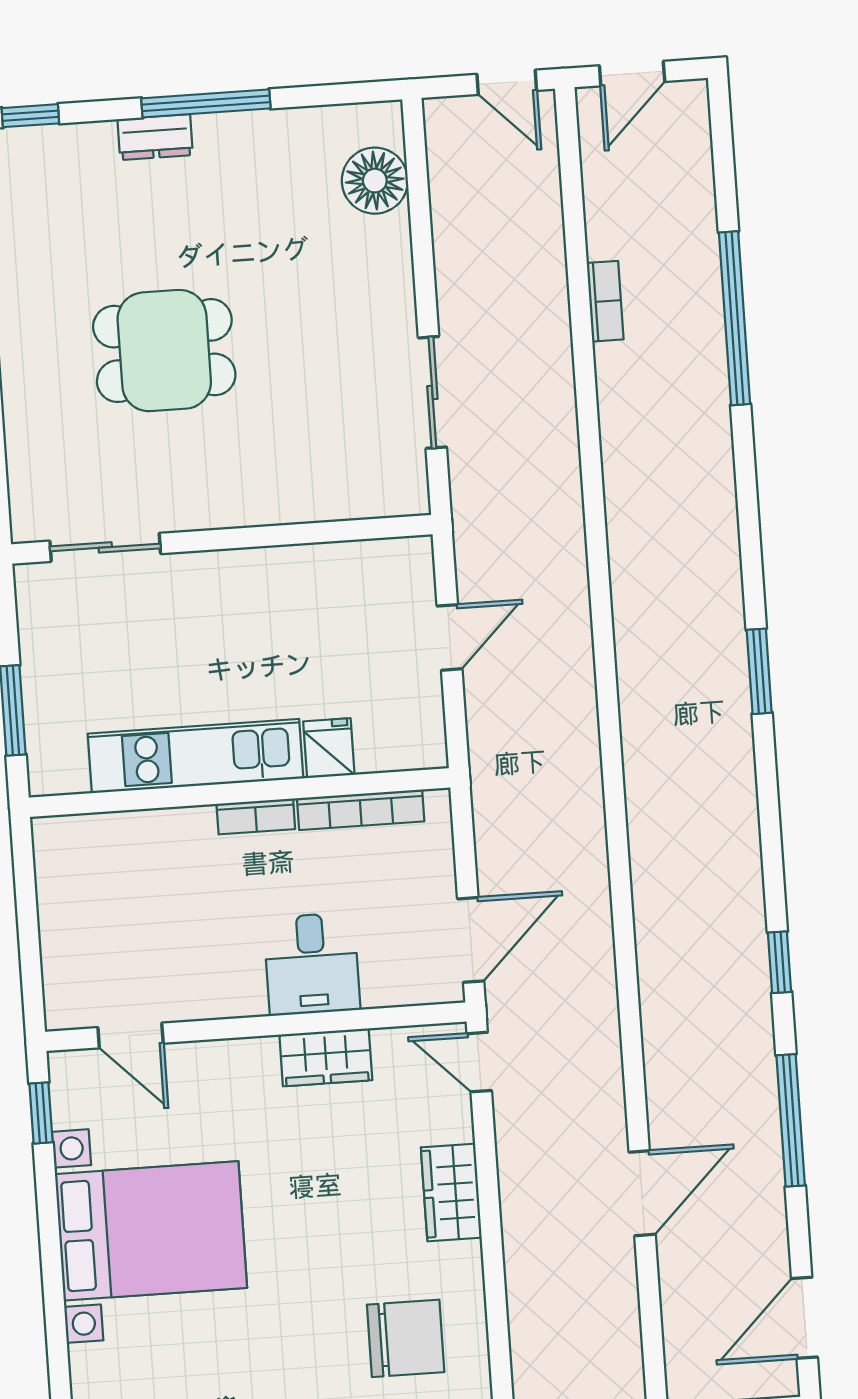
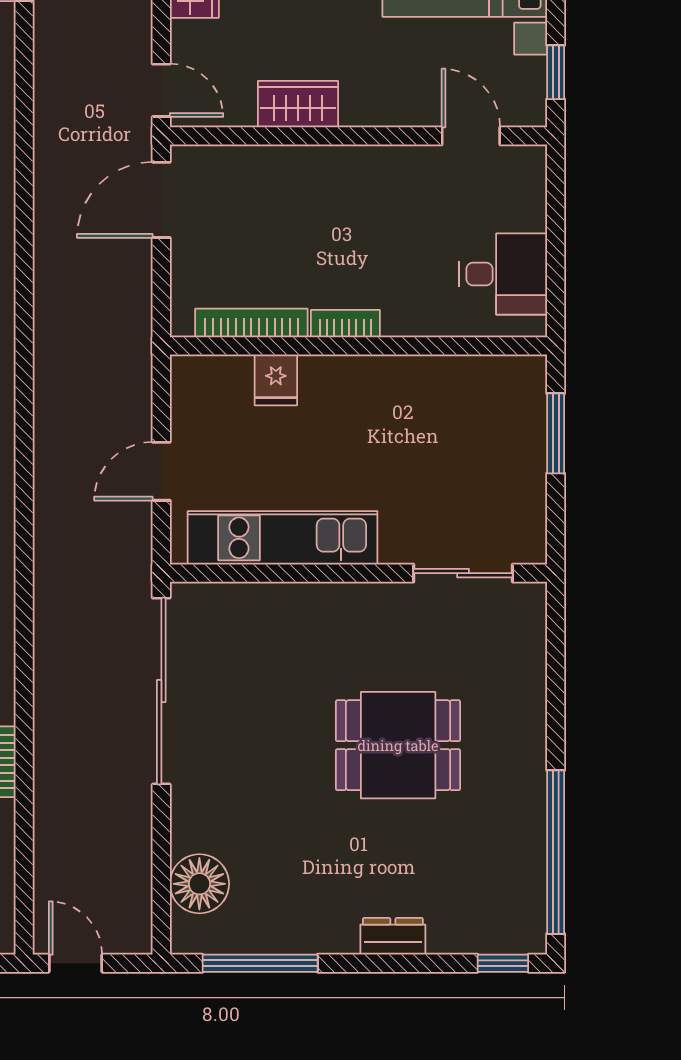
window: (206, 103) -> (260, 963), moved
sliding door: (432, 392) -> (161, 691), width x1.86
kitchen unit: (195, 756) -> (283, 538), moved, turned 180
desk: (312, 964) -> (503, 274), moved, turned 90

